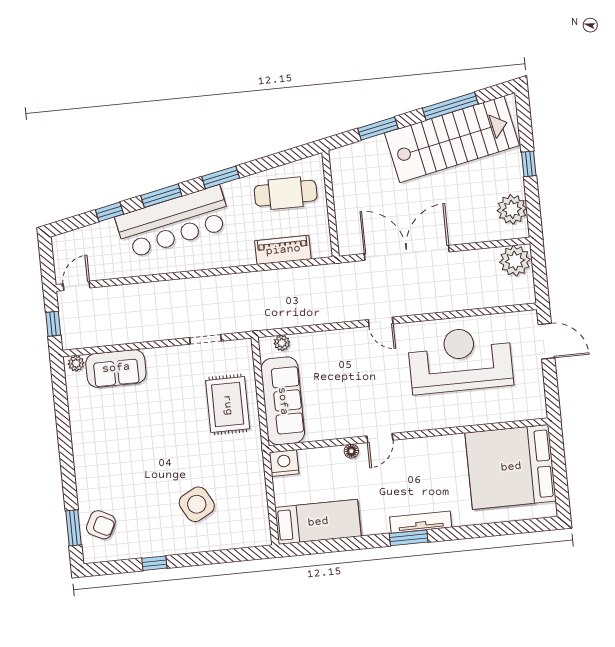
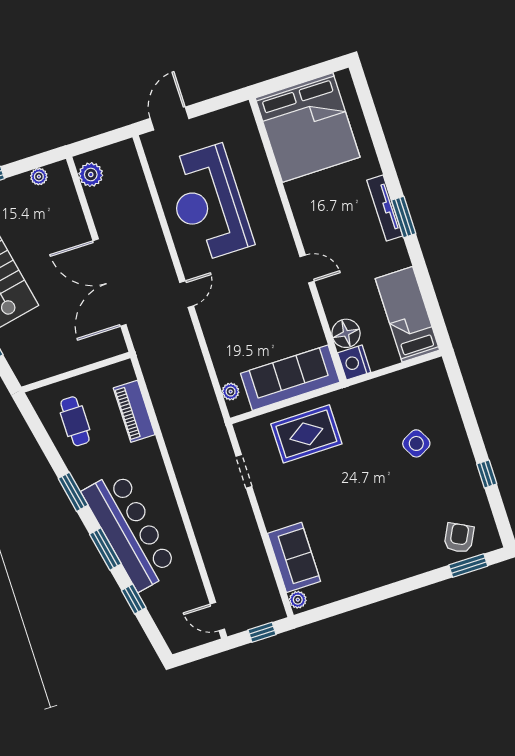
cafe table: (286, 193) -> (75, 421), width x0.73, depth x0.74
plant: (512, 209) -> (39, 177), width x0.53, depth x0.53
plant: (515, 261) -> (91, 175), width x0.73, depth x0.73
floor lamp: (351, 451) -> (346, 333), moved, width x1.89, depth x1.89
side table: (197, 504) -> (416, 443), width x0.73, depth x0.73

